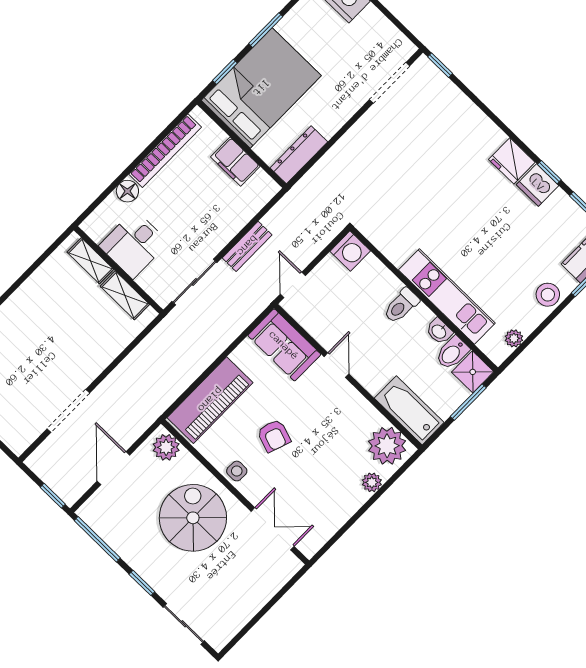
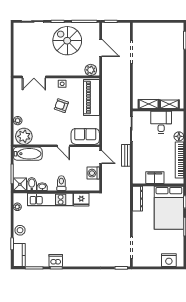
fridge: (512, 161) -> (81, 200), moved, turned 180
washing machine: (350, 251) -> (93, 173), moved
spiral stairs: (193, 518) -> (67, 41), moved, turned 180

